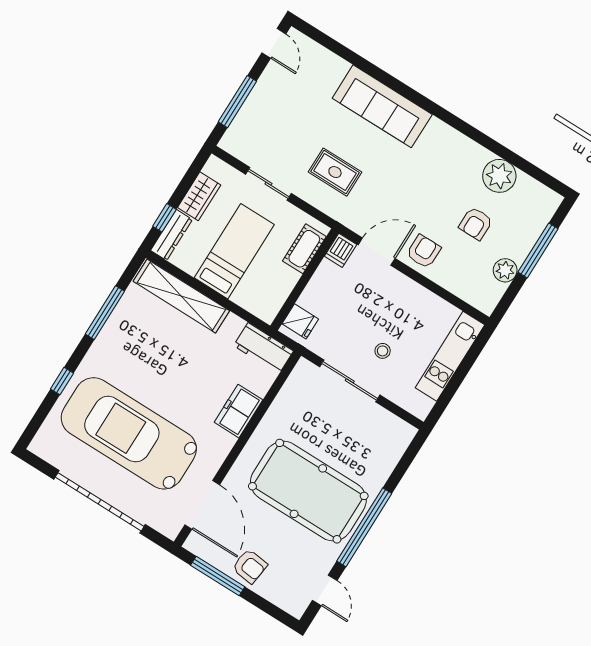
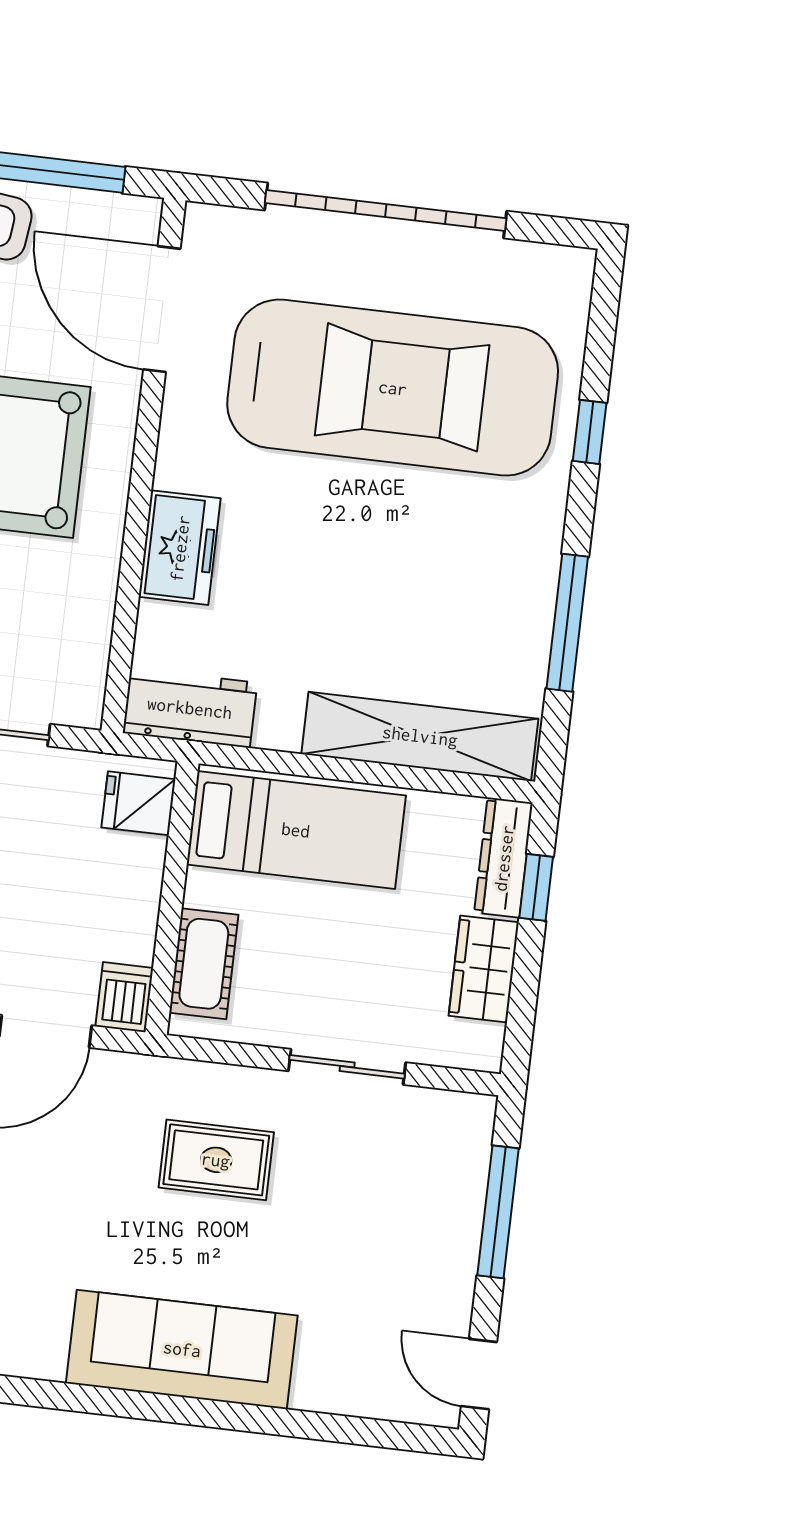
bed: (234, 251) -> (296, 830), moved, turned -90

